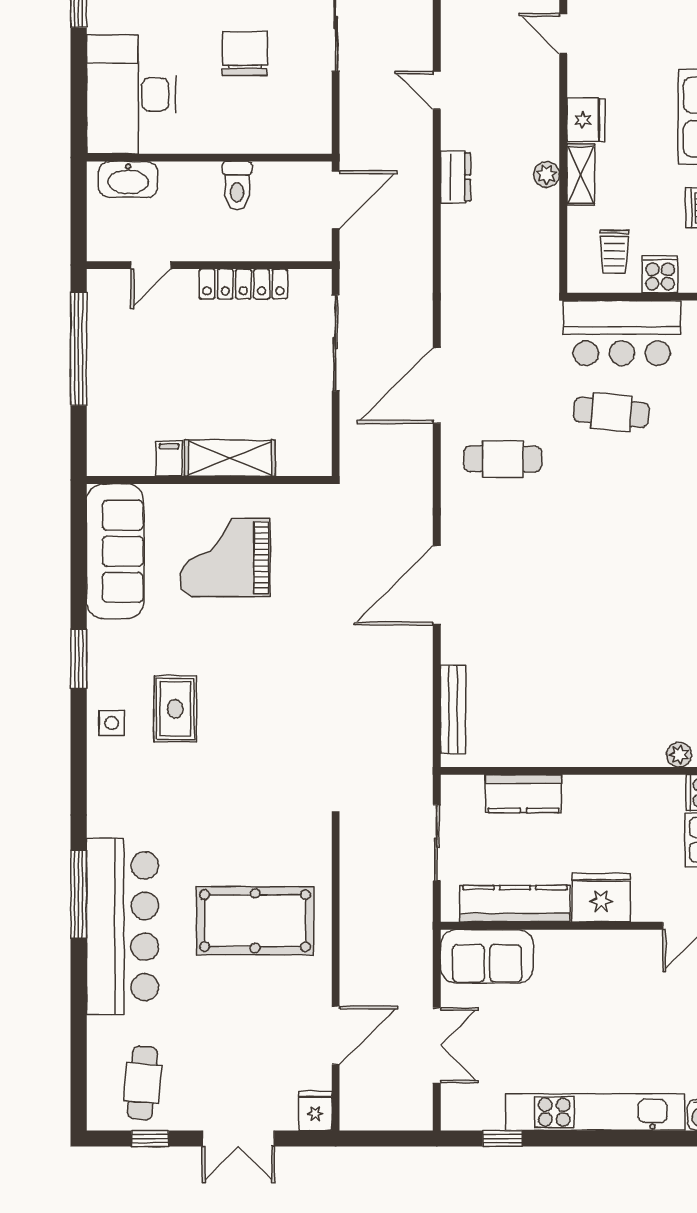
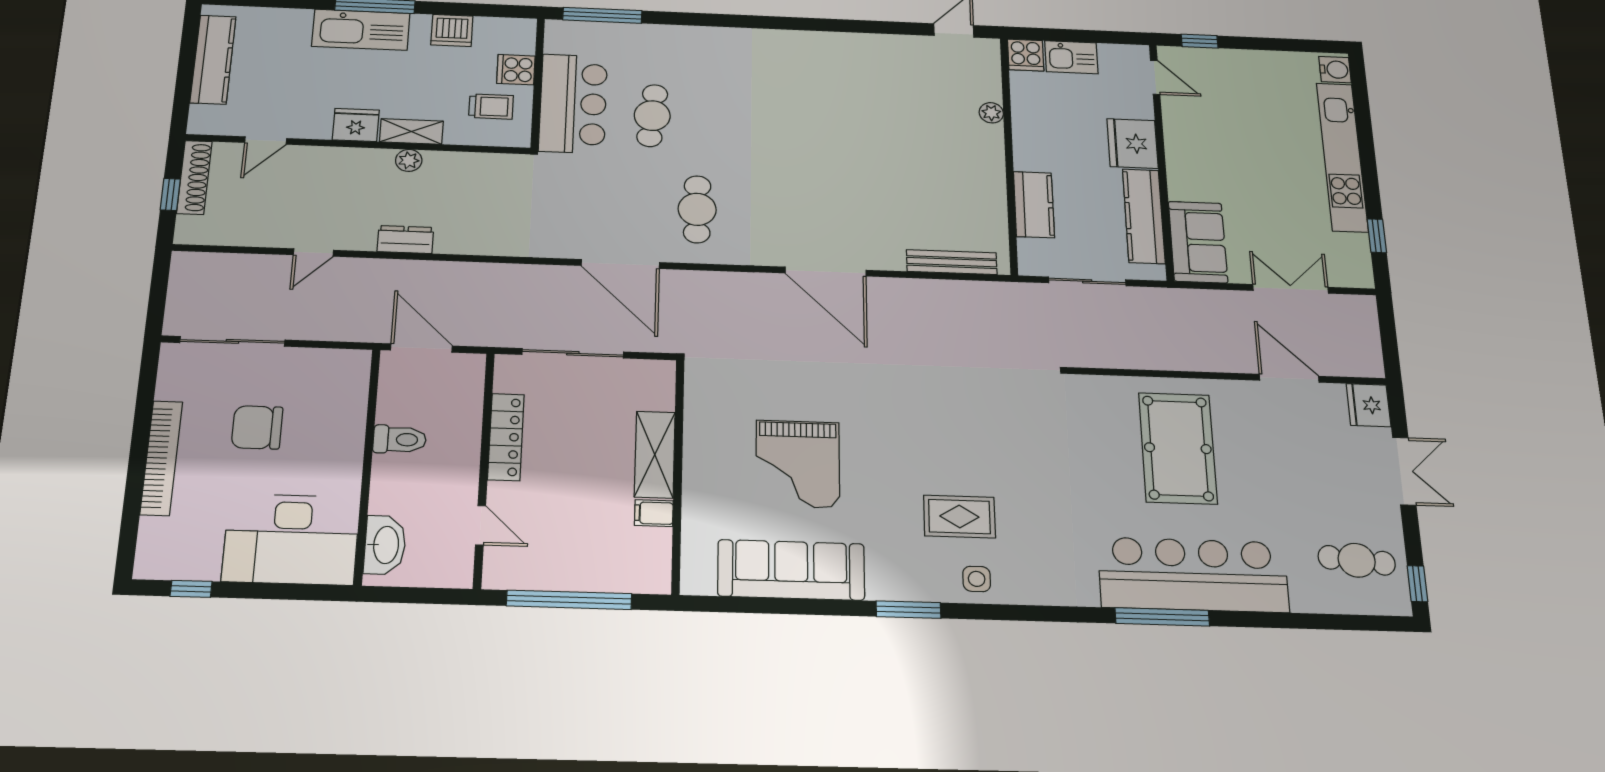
shelving: (230, 458) -> (655, 455), moved
filing cabinet: (169, 459) -> (654, 513), moved
wall: (209, 480) -> (678, 475), moved
plant: (679, 755) -> (991, 113), moved
fridge: (315, 1111) -> (1369, 405), width x1.38
window: (150, 1138) -> (1417, 584), moved

